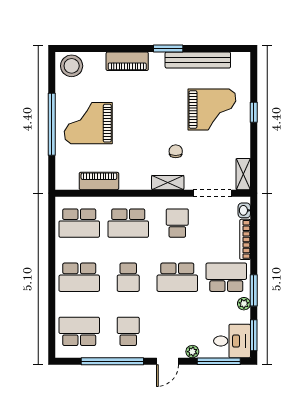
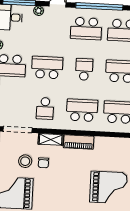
stool: (200, 152) -> (25, 161), added
piano: (99, 181) -> (79, 142), moved
school desk: (128, 331) -> (86, 29), width x1.85

